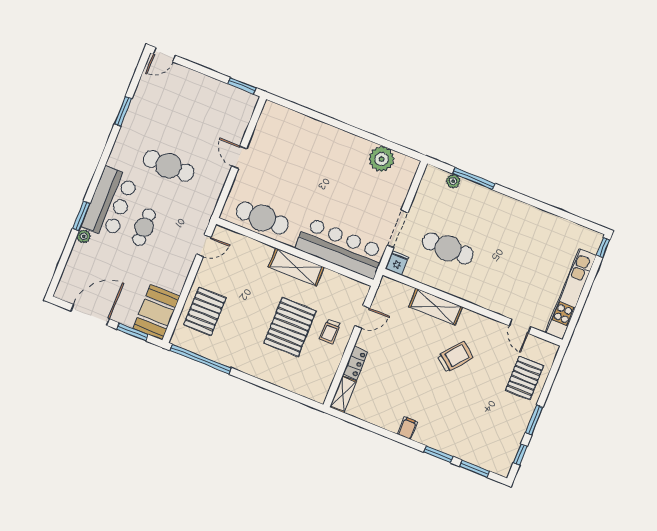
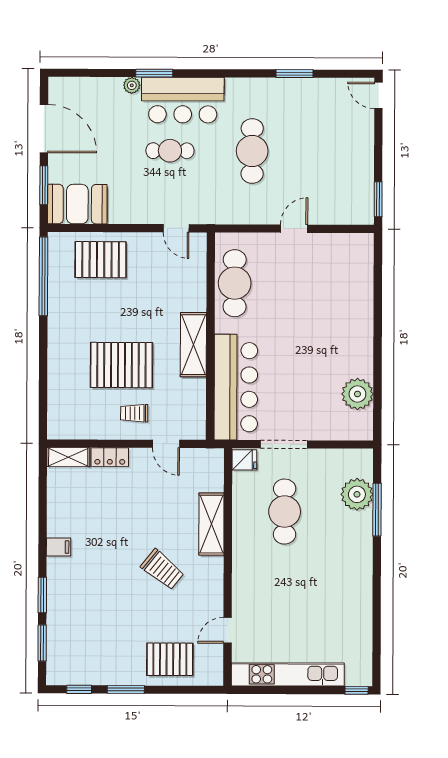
plant: (453, 181) -> (357, 494), width x1.87, depth x1.87

